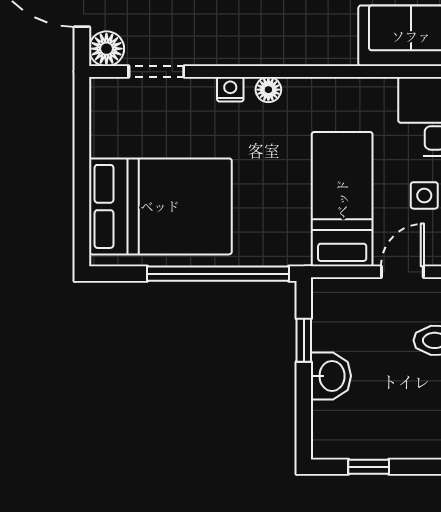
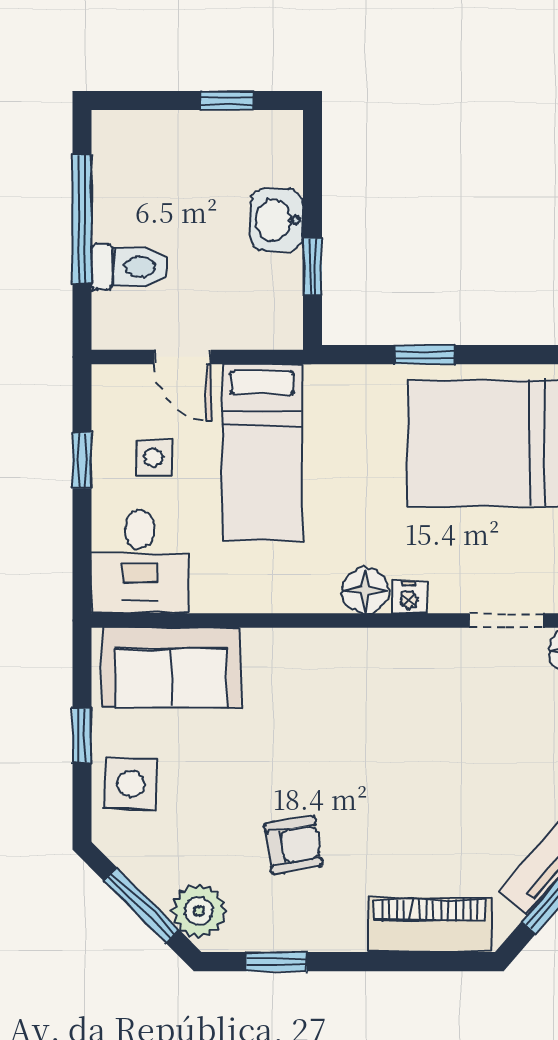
floor lamp: (268, 90) -> (365, 591), width x1.37, depth x1.37
door: (402, 272) -> (183, 357), hinge flipped
window: (218, 274) -> (425, 355), width x0.32

